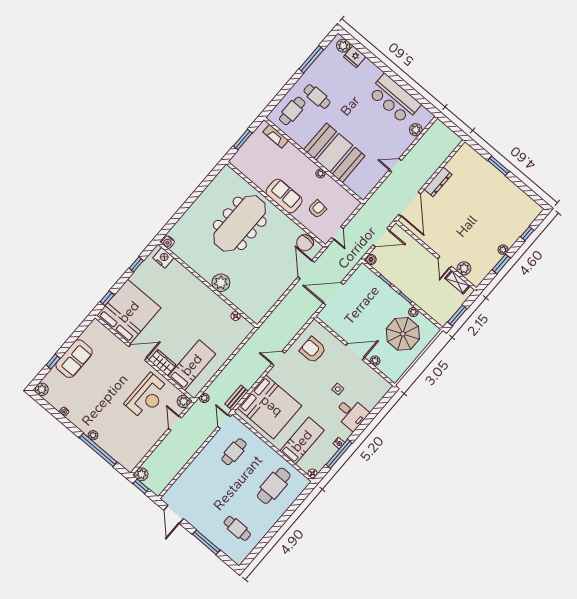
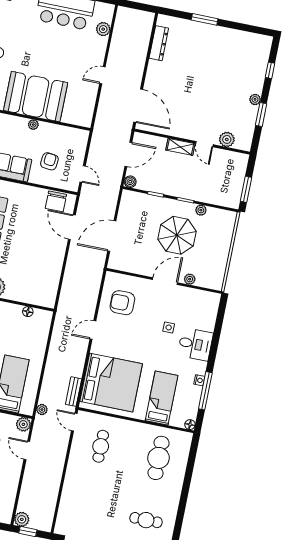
dresser: (438, 182) -> (159, 43), moved
shelving: (457, 282) -> (180, 147), moved
parasol: (403, 334) -> (177, 235), moved

